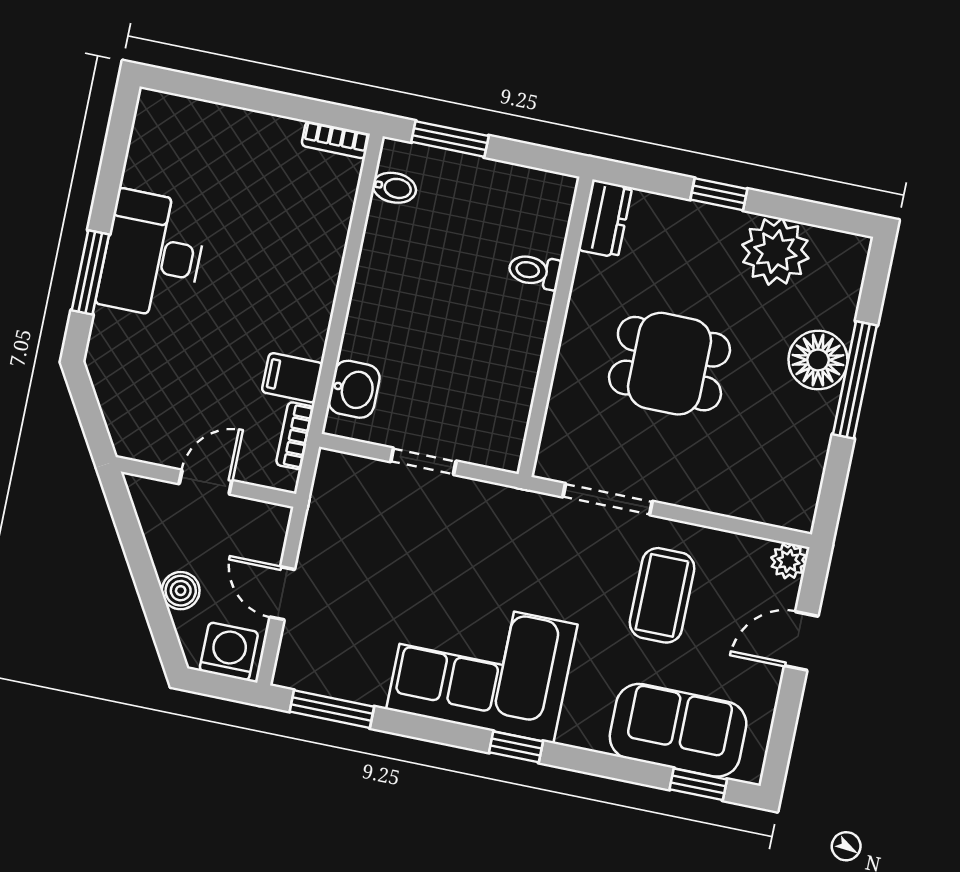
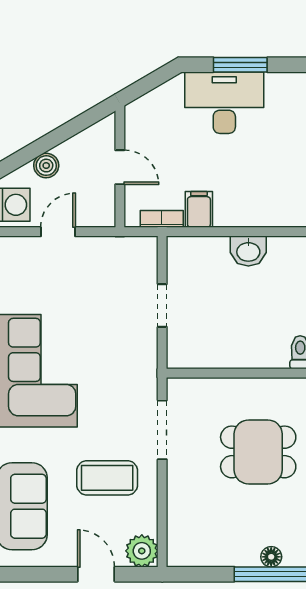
desk: (153, 255) -> (224, 103), moved
floor lamp: (818, 360) -> (271, 557), width x0.53, depth x0.53
dining table: (669, 364) -> (258, 452), turned 90
washbasin: (354, 389) -> (248, 251), moved
plant: (789, 561) -> (142, 551), width x1.38, depth x1.38

